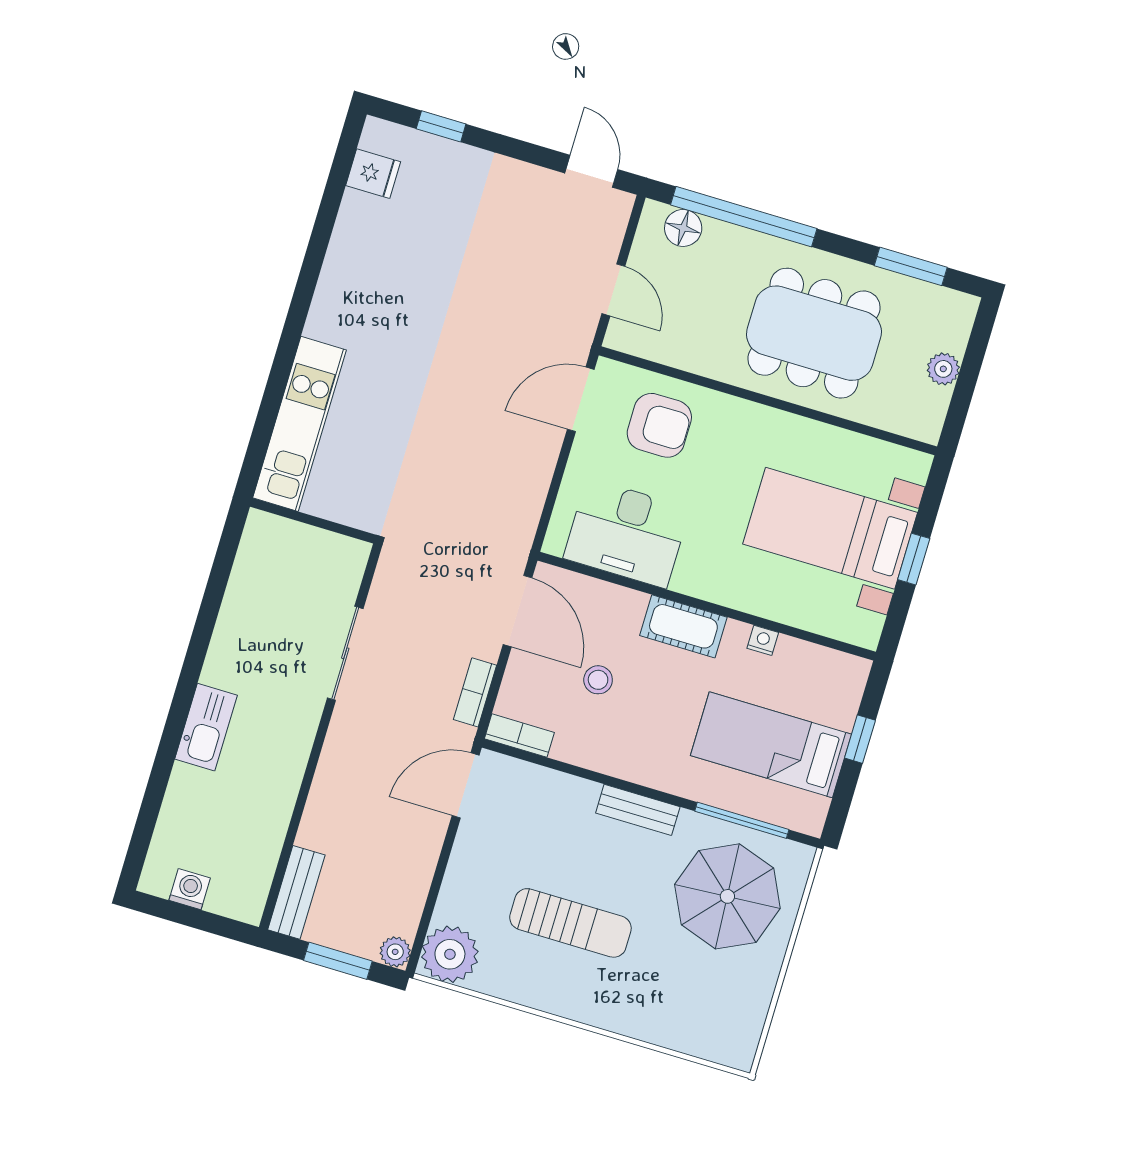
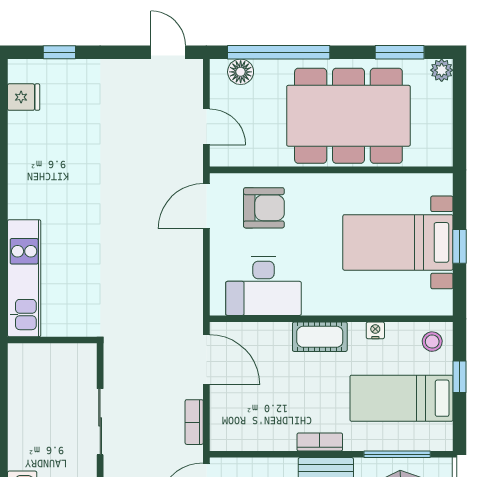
dining table: (814, 333) -> (348, 116), width x1.36, depth x1.24
plant: (943, 369) -> (442, 70), moved
stool: (598, 680) -> (432, 342), moved
bookcase: (519, 736) -> (320, 442), moved

